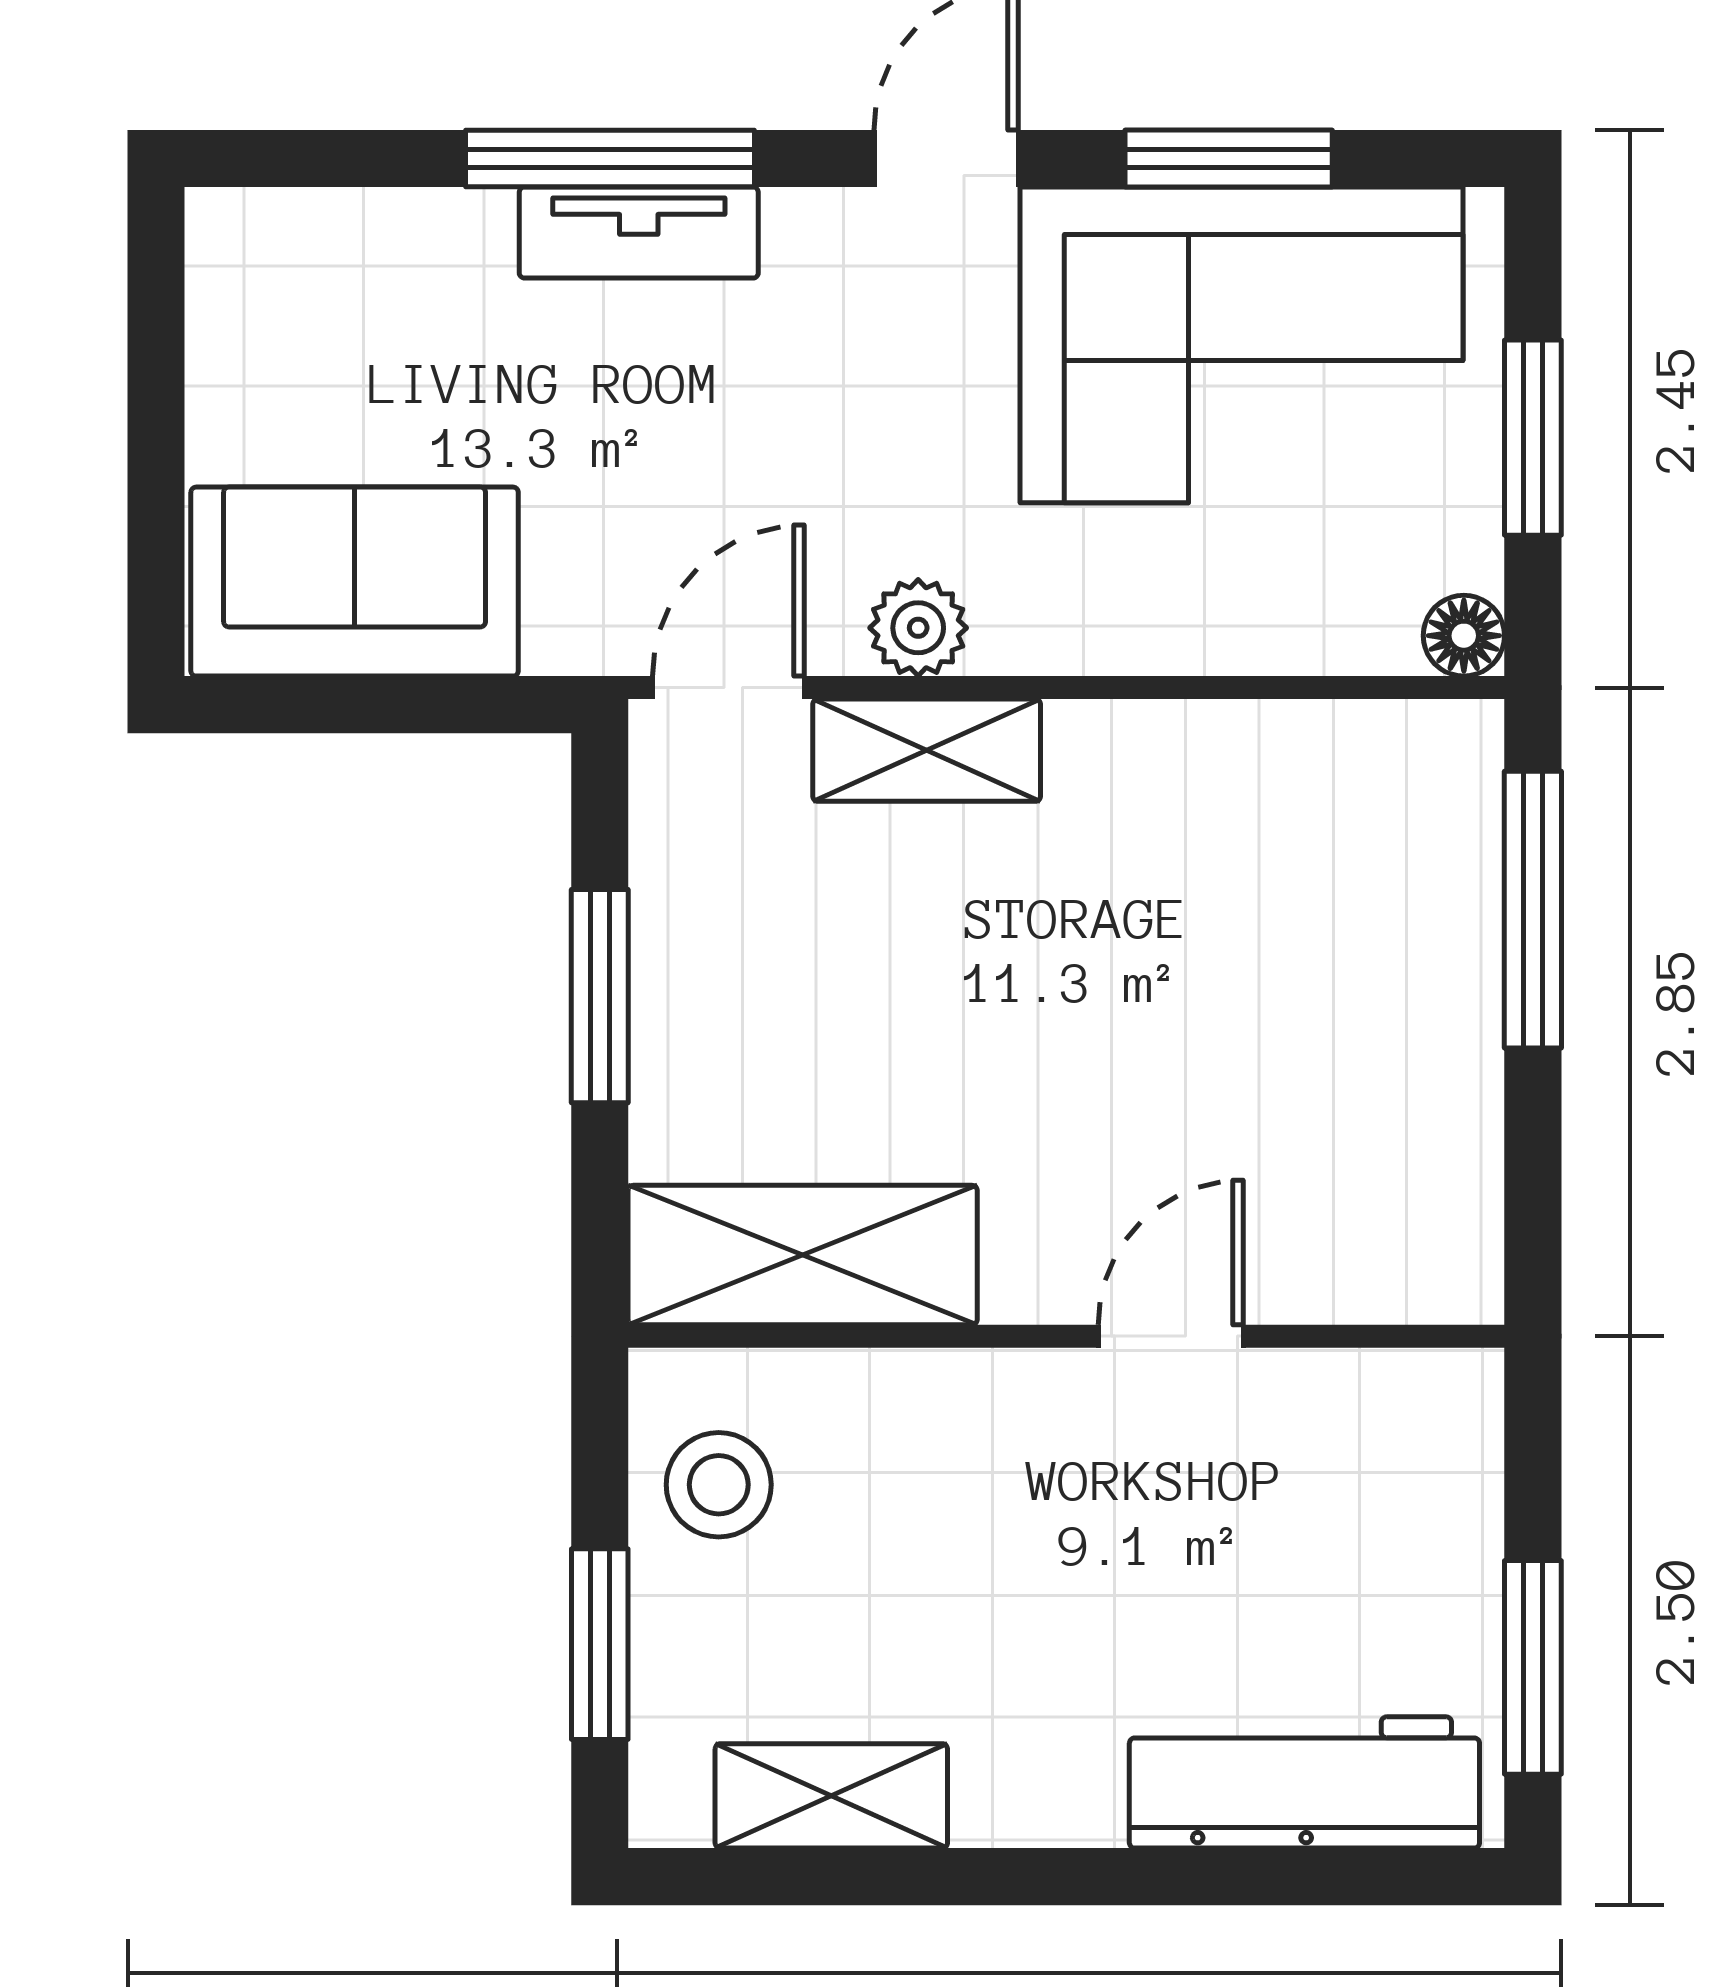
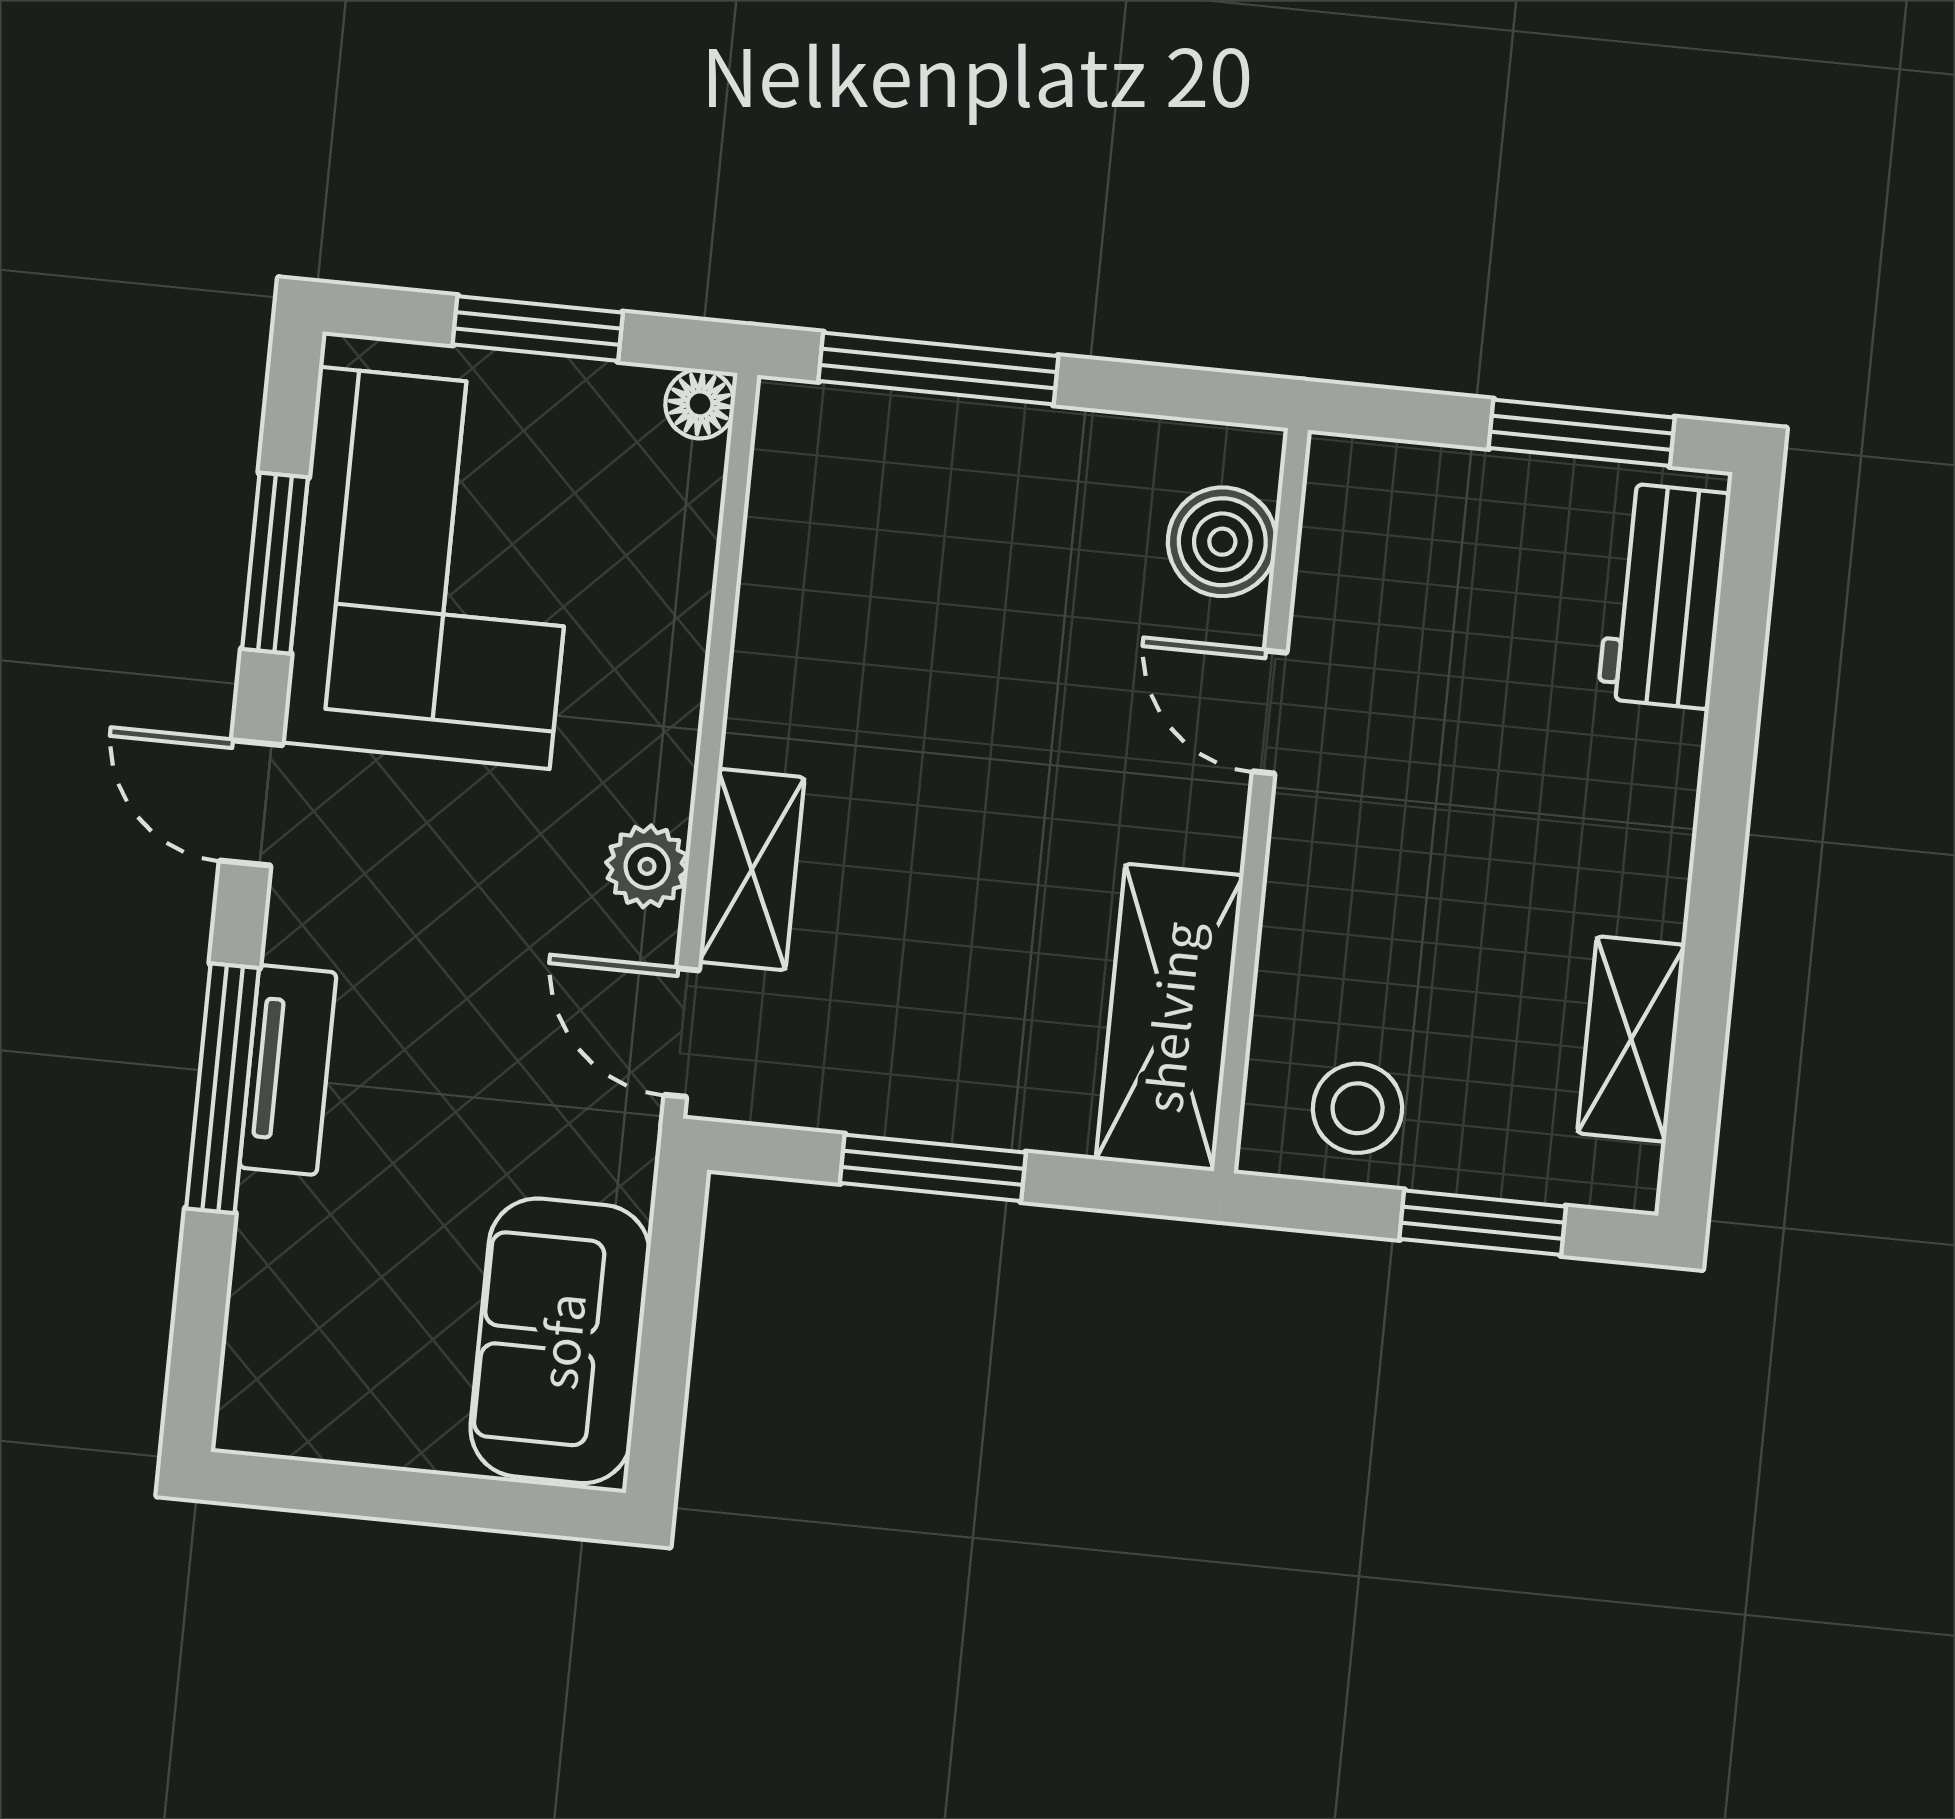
boiler: (1364, 1261) -> (1222, 542), added
workbench: (1304, 1782) -> (1664, 596), width x0.73

